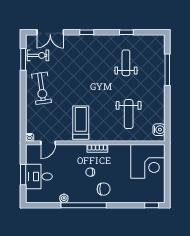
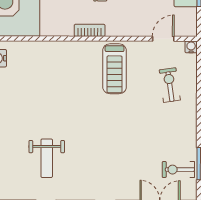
exercise bike: (42, 88) -> (170, 85), moved, width x0.73, depth x0.72
weight bench: (129, 114) -> (43, 81), removed

